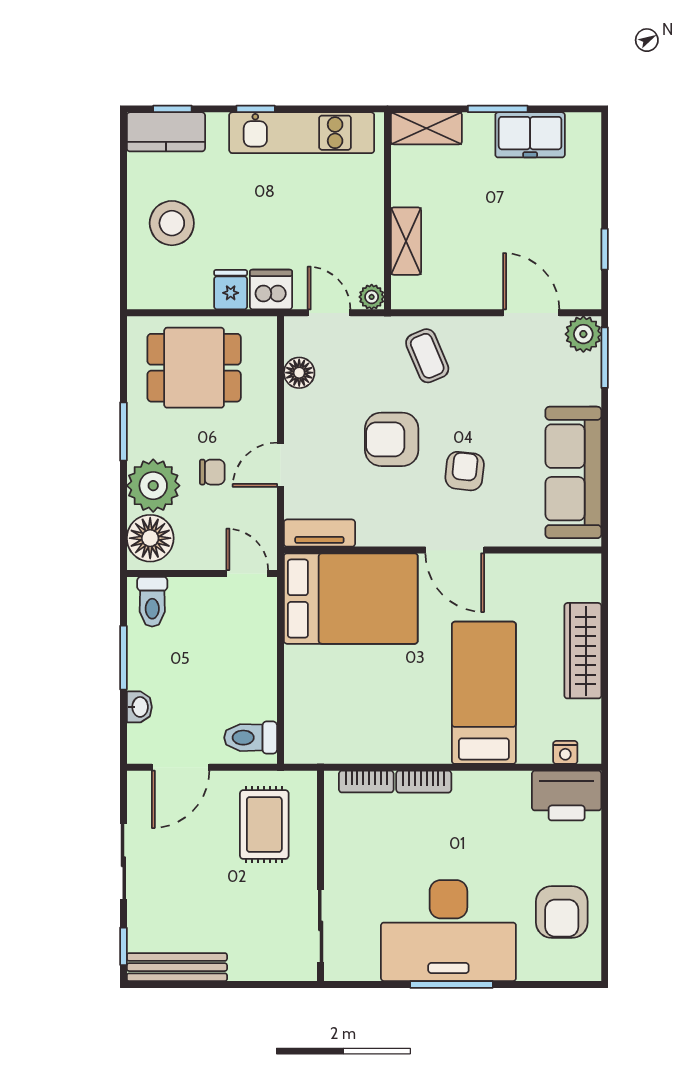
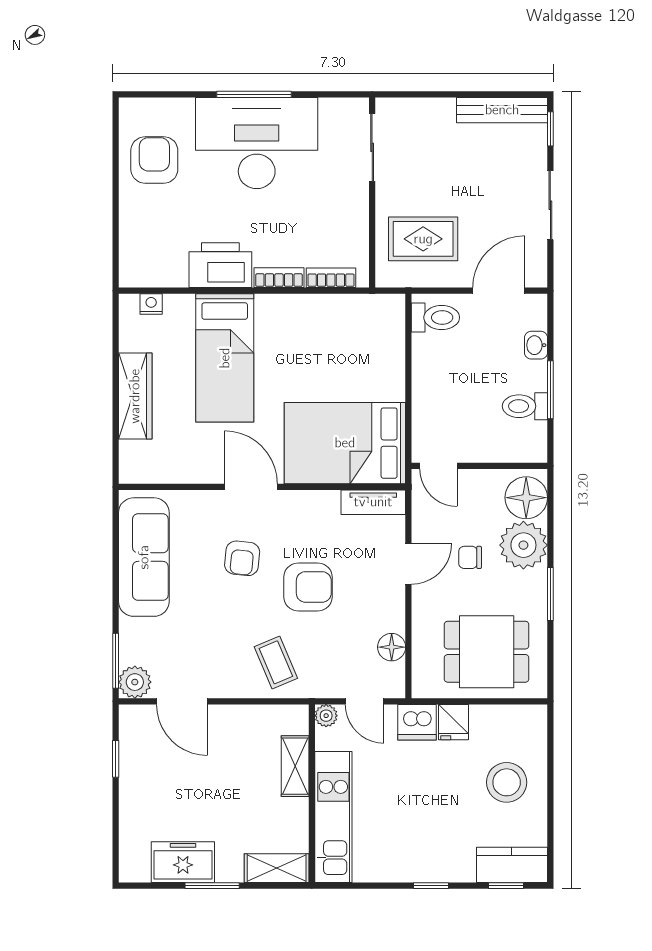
kitchen unit: (302, 133) -> (333, 817), moved, turned 90
toilet: (152, 602) -> (525, 406), moved, turned -90
printer: (567, 796) -> (220, 265), moved
rug: (264, 825) -> (423, 239), turned 90

